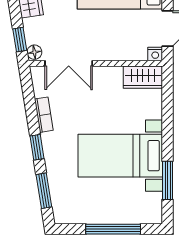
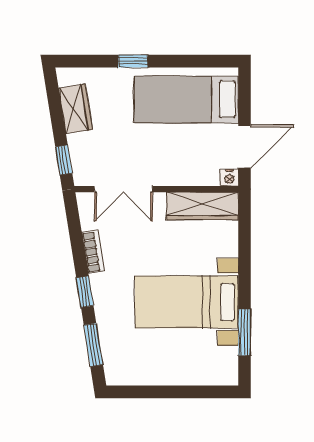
floor lamp: (34, 52) -> (82, 175), removed
wardrobe: (143, 77) -> (202, 206), width x1.50
window: (113, 229) -> (178, 392), removed

